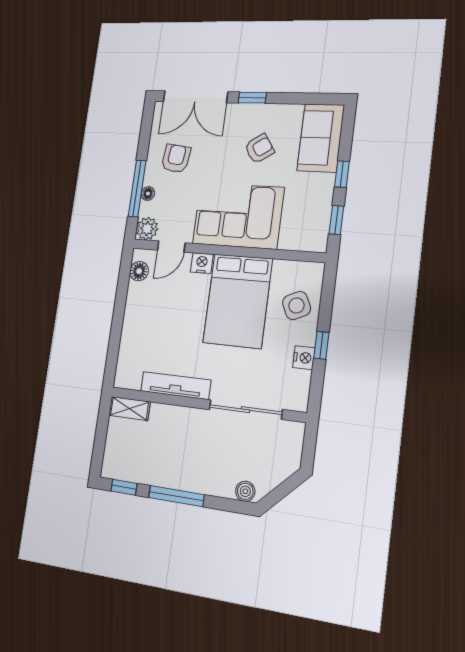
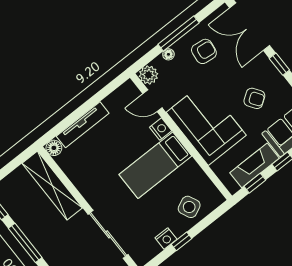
window: (137, 188) -> (179, 34), moved
fireplace: (320, 205) -> (254, 165), added
floor lamp: (139, 271) -> (54, 148), moved
bed: (238, 301) -> (155, 165), width x0.67
tv unit: (175, 386) -> (83, 125), moved, turned 90
shelving: (129, 409) -> (52, 186), width x2.20, depth x1.33

